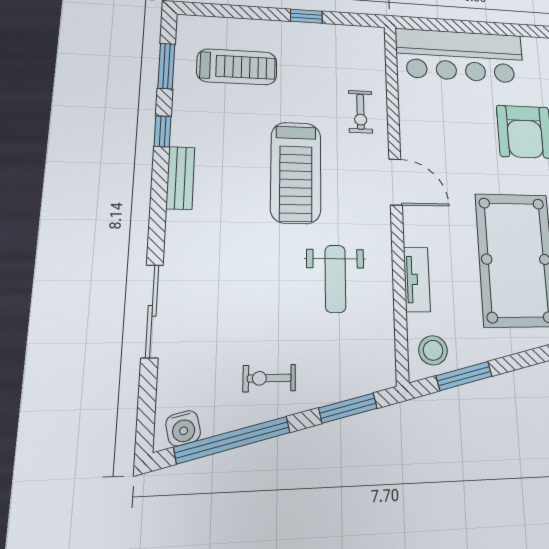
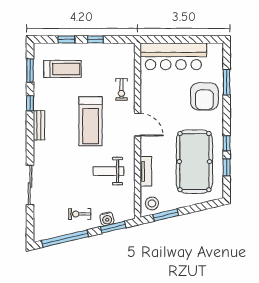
window: (247, 12) -> (66, 39), added
weight bench: (335, 279) -> (108, 171), turned 90
water cooler: (183, 428) -> (107, 219), moved

